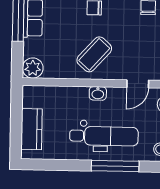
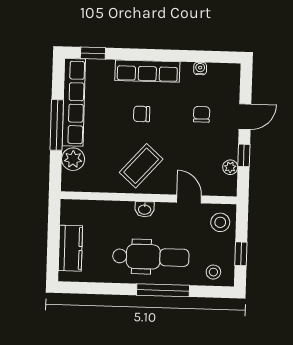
plant: (33, 68) -> (73, 159), moved
door: (138, 84) -> (189, 199), swing flipped

